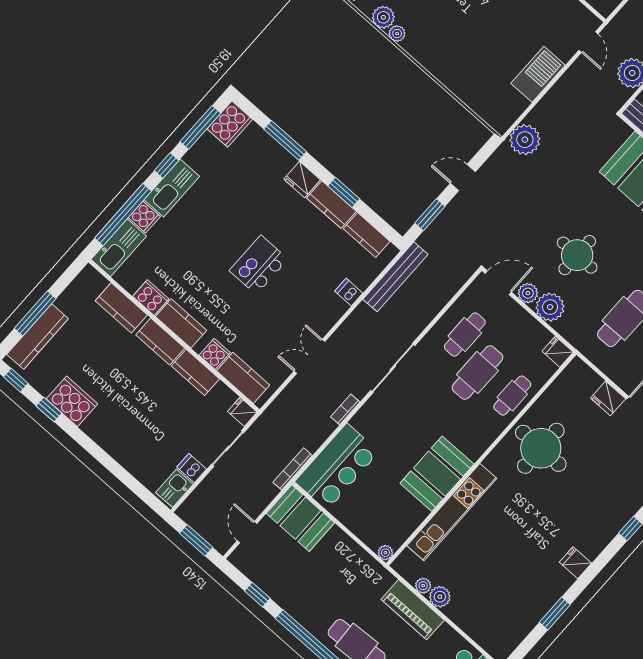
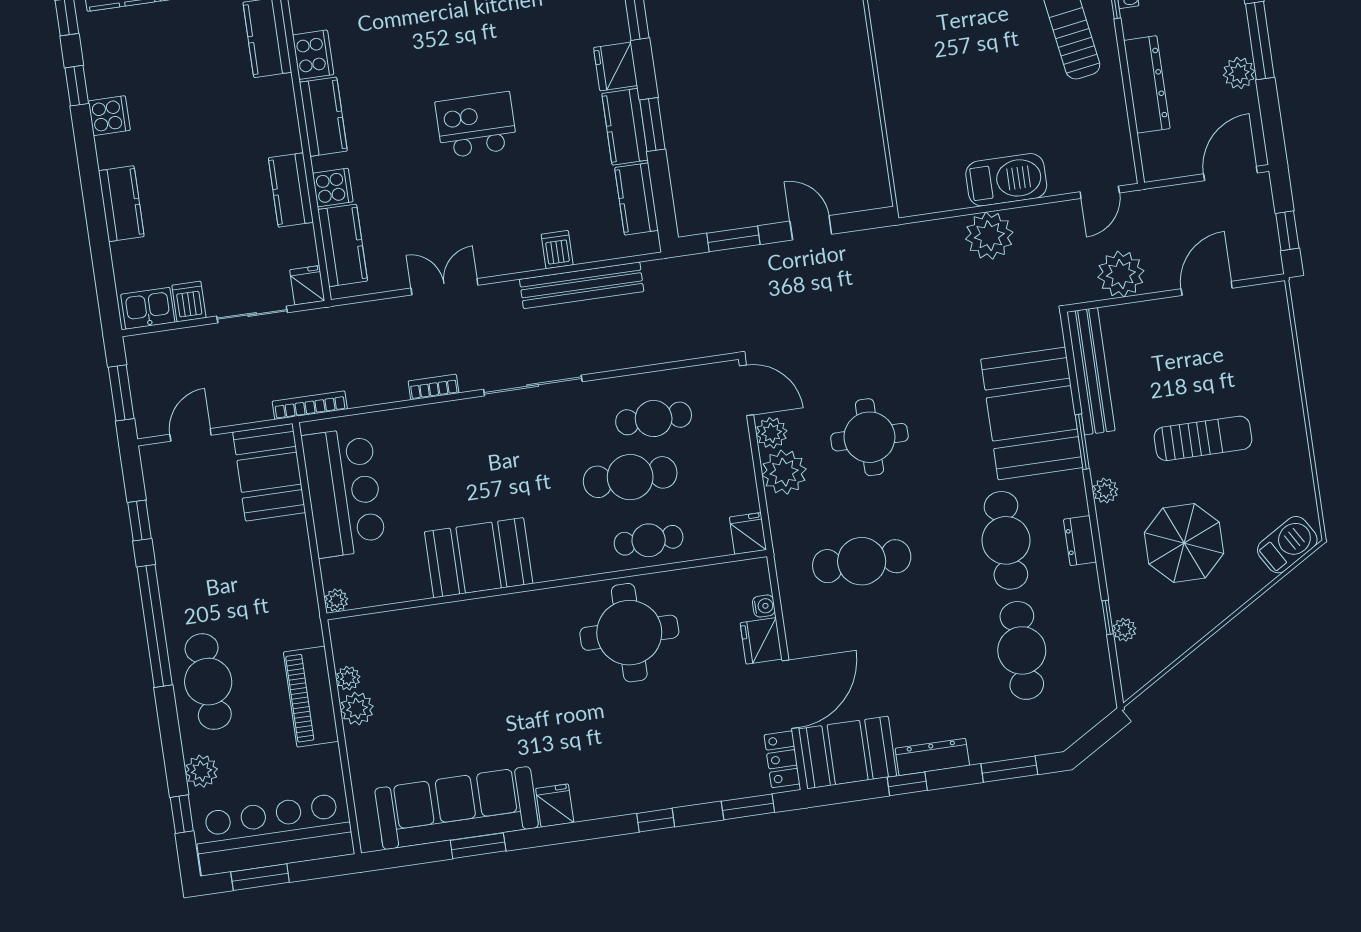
plant: (525, 140) -> (989, 236), moved
bench: (395, 277) -> (582, 285), moved
kitchen counter: (160, 341) -> (121, 204), moved, turned 180
water cooler: (595, 380) -> (764, 606), added
cooker: (72, 401) -> (109, 116), width x0.53, depth x0.76
bar counter: (337, 467) -> (344, 492), moved, turned -90
kitchen unit: (452, 512) -> (457, 619), removed
sofa: (529, 604) -> (457, 808), added

